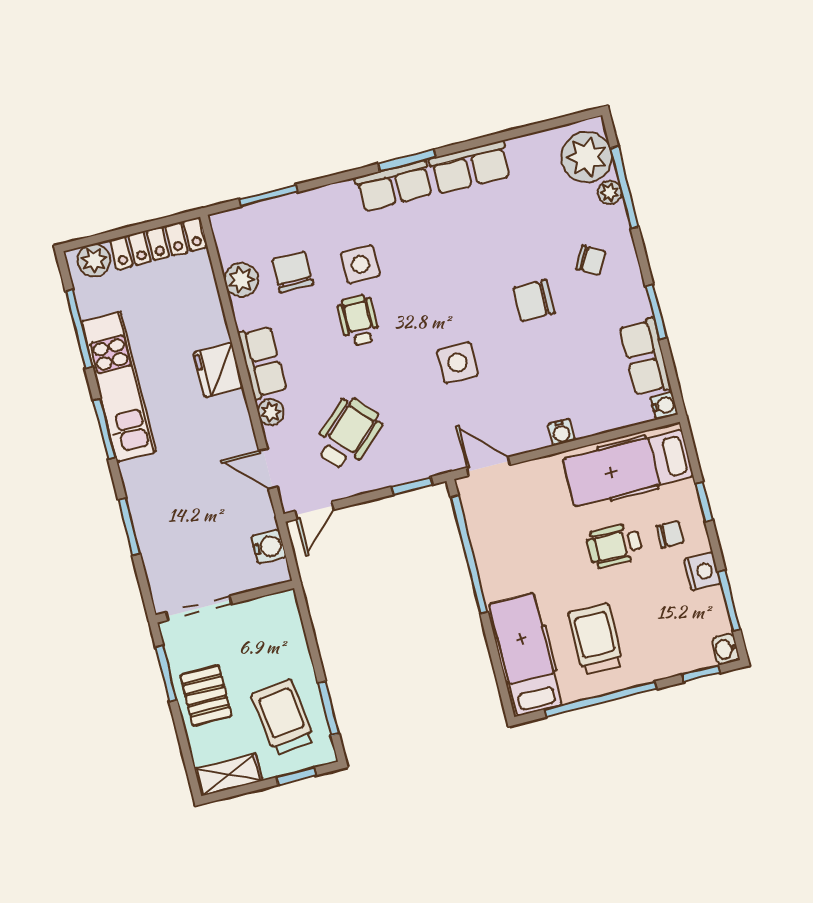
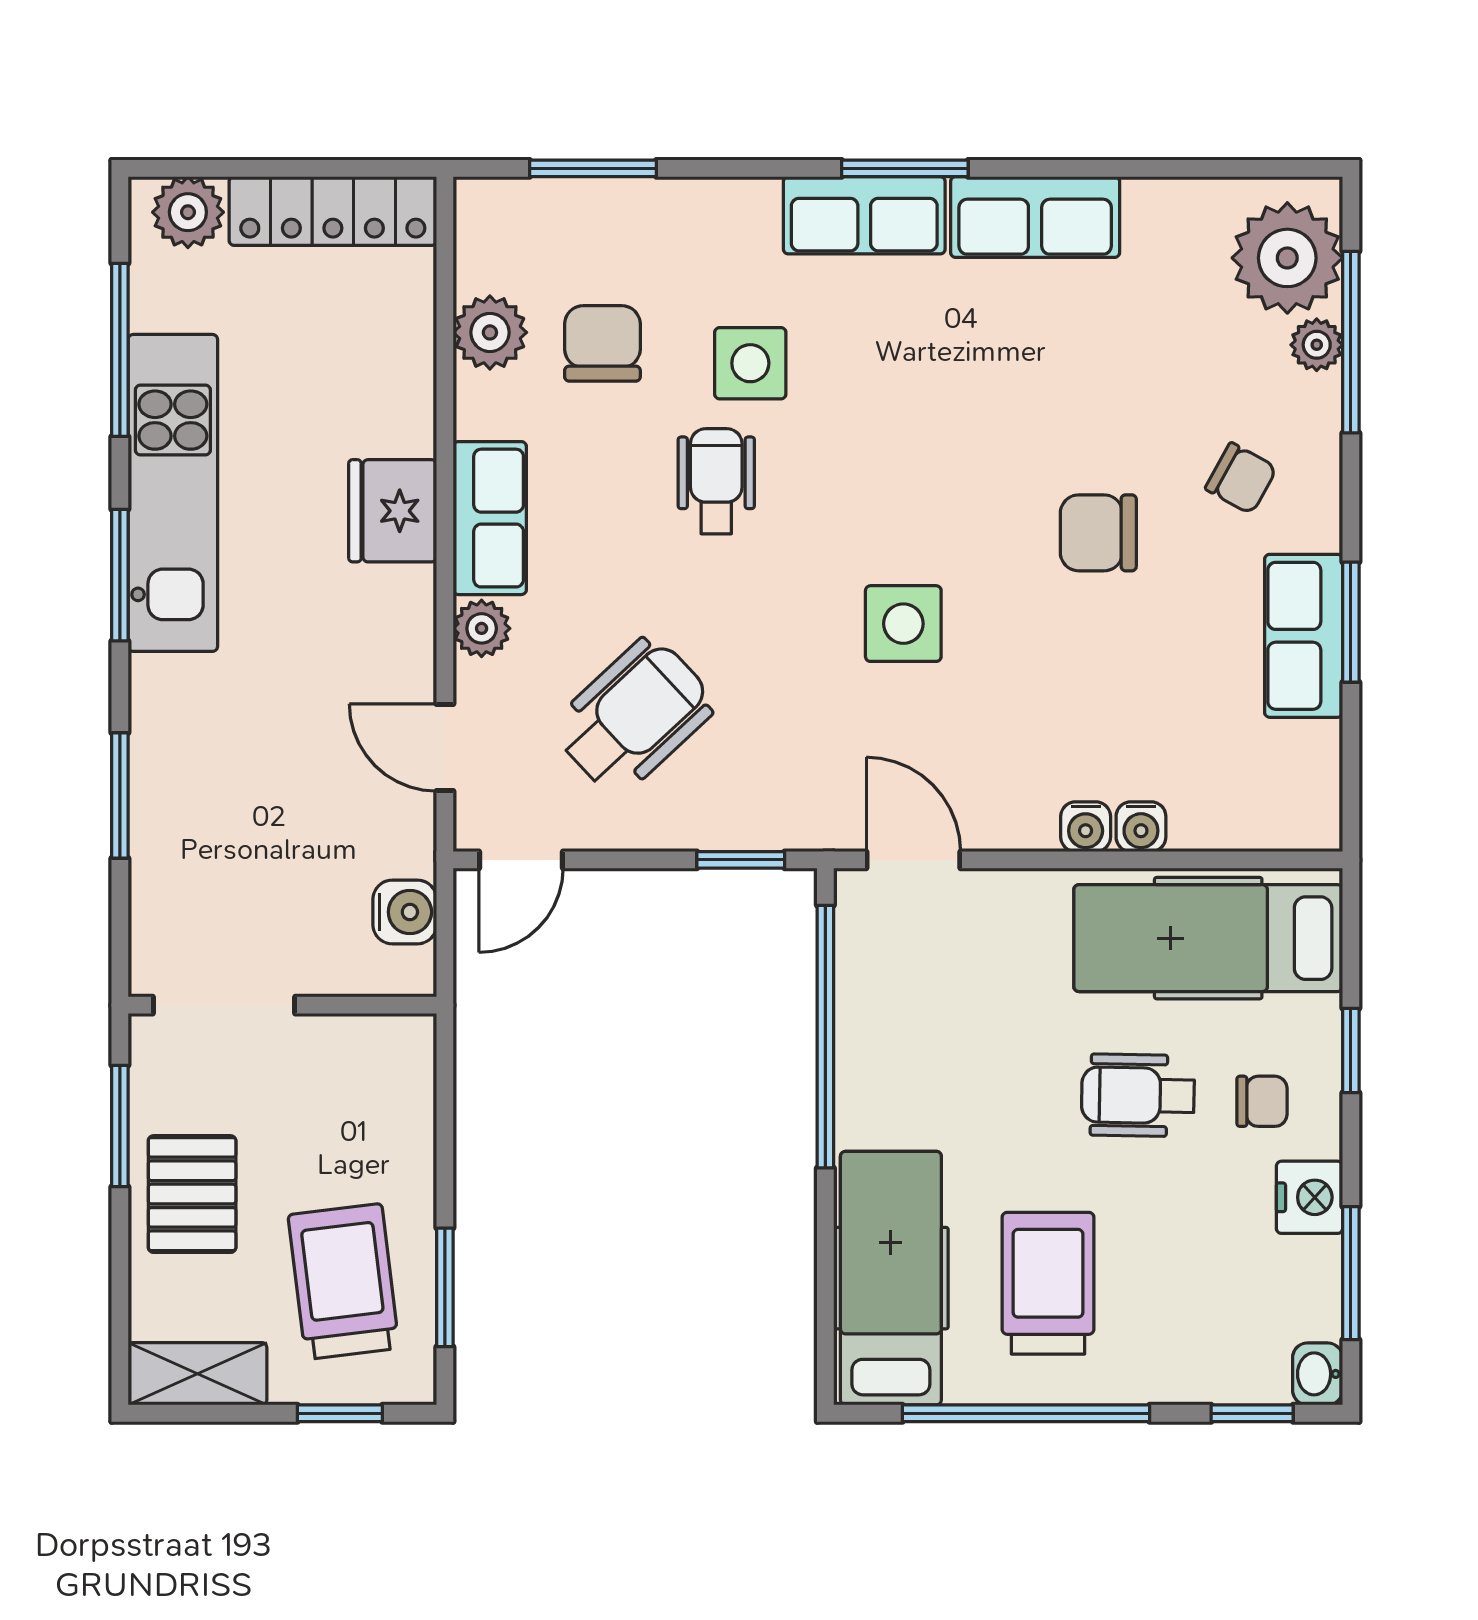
row of seats: (645, 357) -> (1304, 636), moved
water cooler: (664, 405) -> (1141, 827), moved, turned 90

